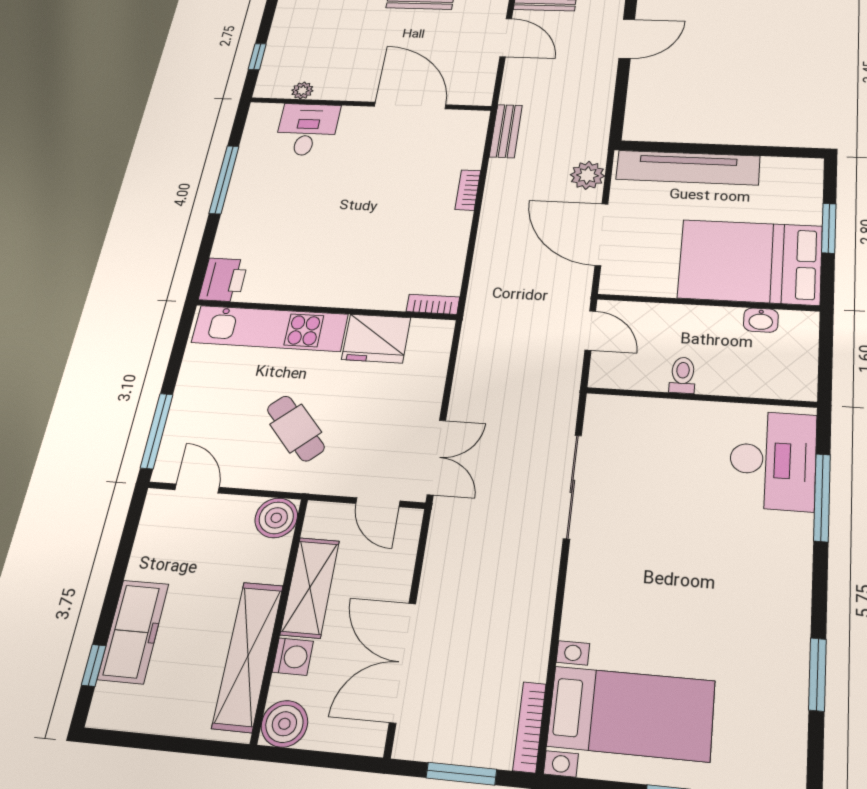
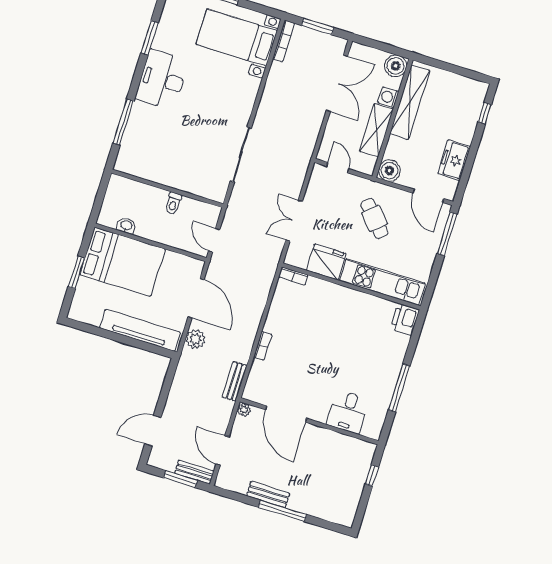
plant: (302, 90) -> (244, 410), moved
double door: (436, 457) -> (294, 221), moved
desk: (773, 460) -> (162, 80), moved
door: (197, 488) -> (428, 196), width x1.38
freezer: (133, 631) -> (454, 160), moved, width x0.71

